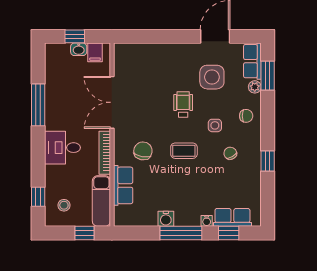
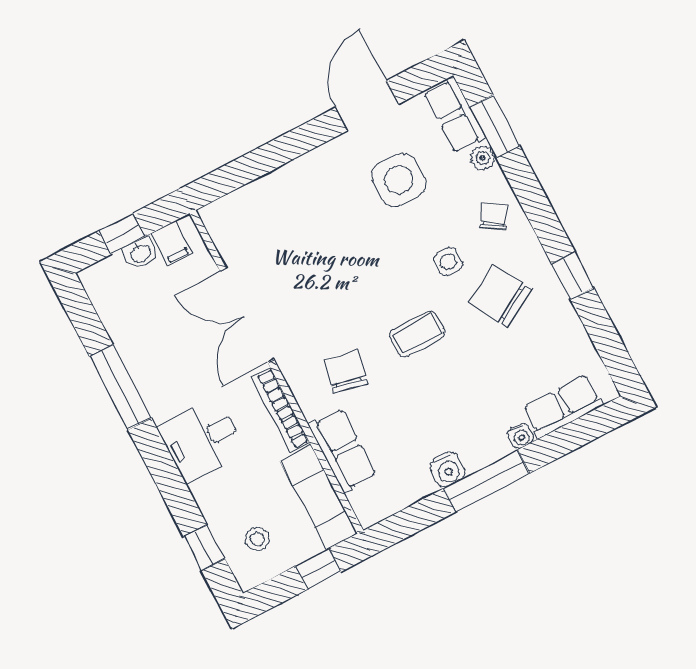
wheelchair: (183, 105) -> (373, 254), removed
chair: (246, 116) -> (494, 216), turned -57
chair: (230, 153) -> (500, 296), width x1.87, depth x1.87
window: (229, 233) -> (570, 437), removed

